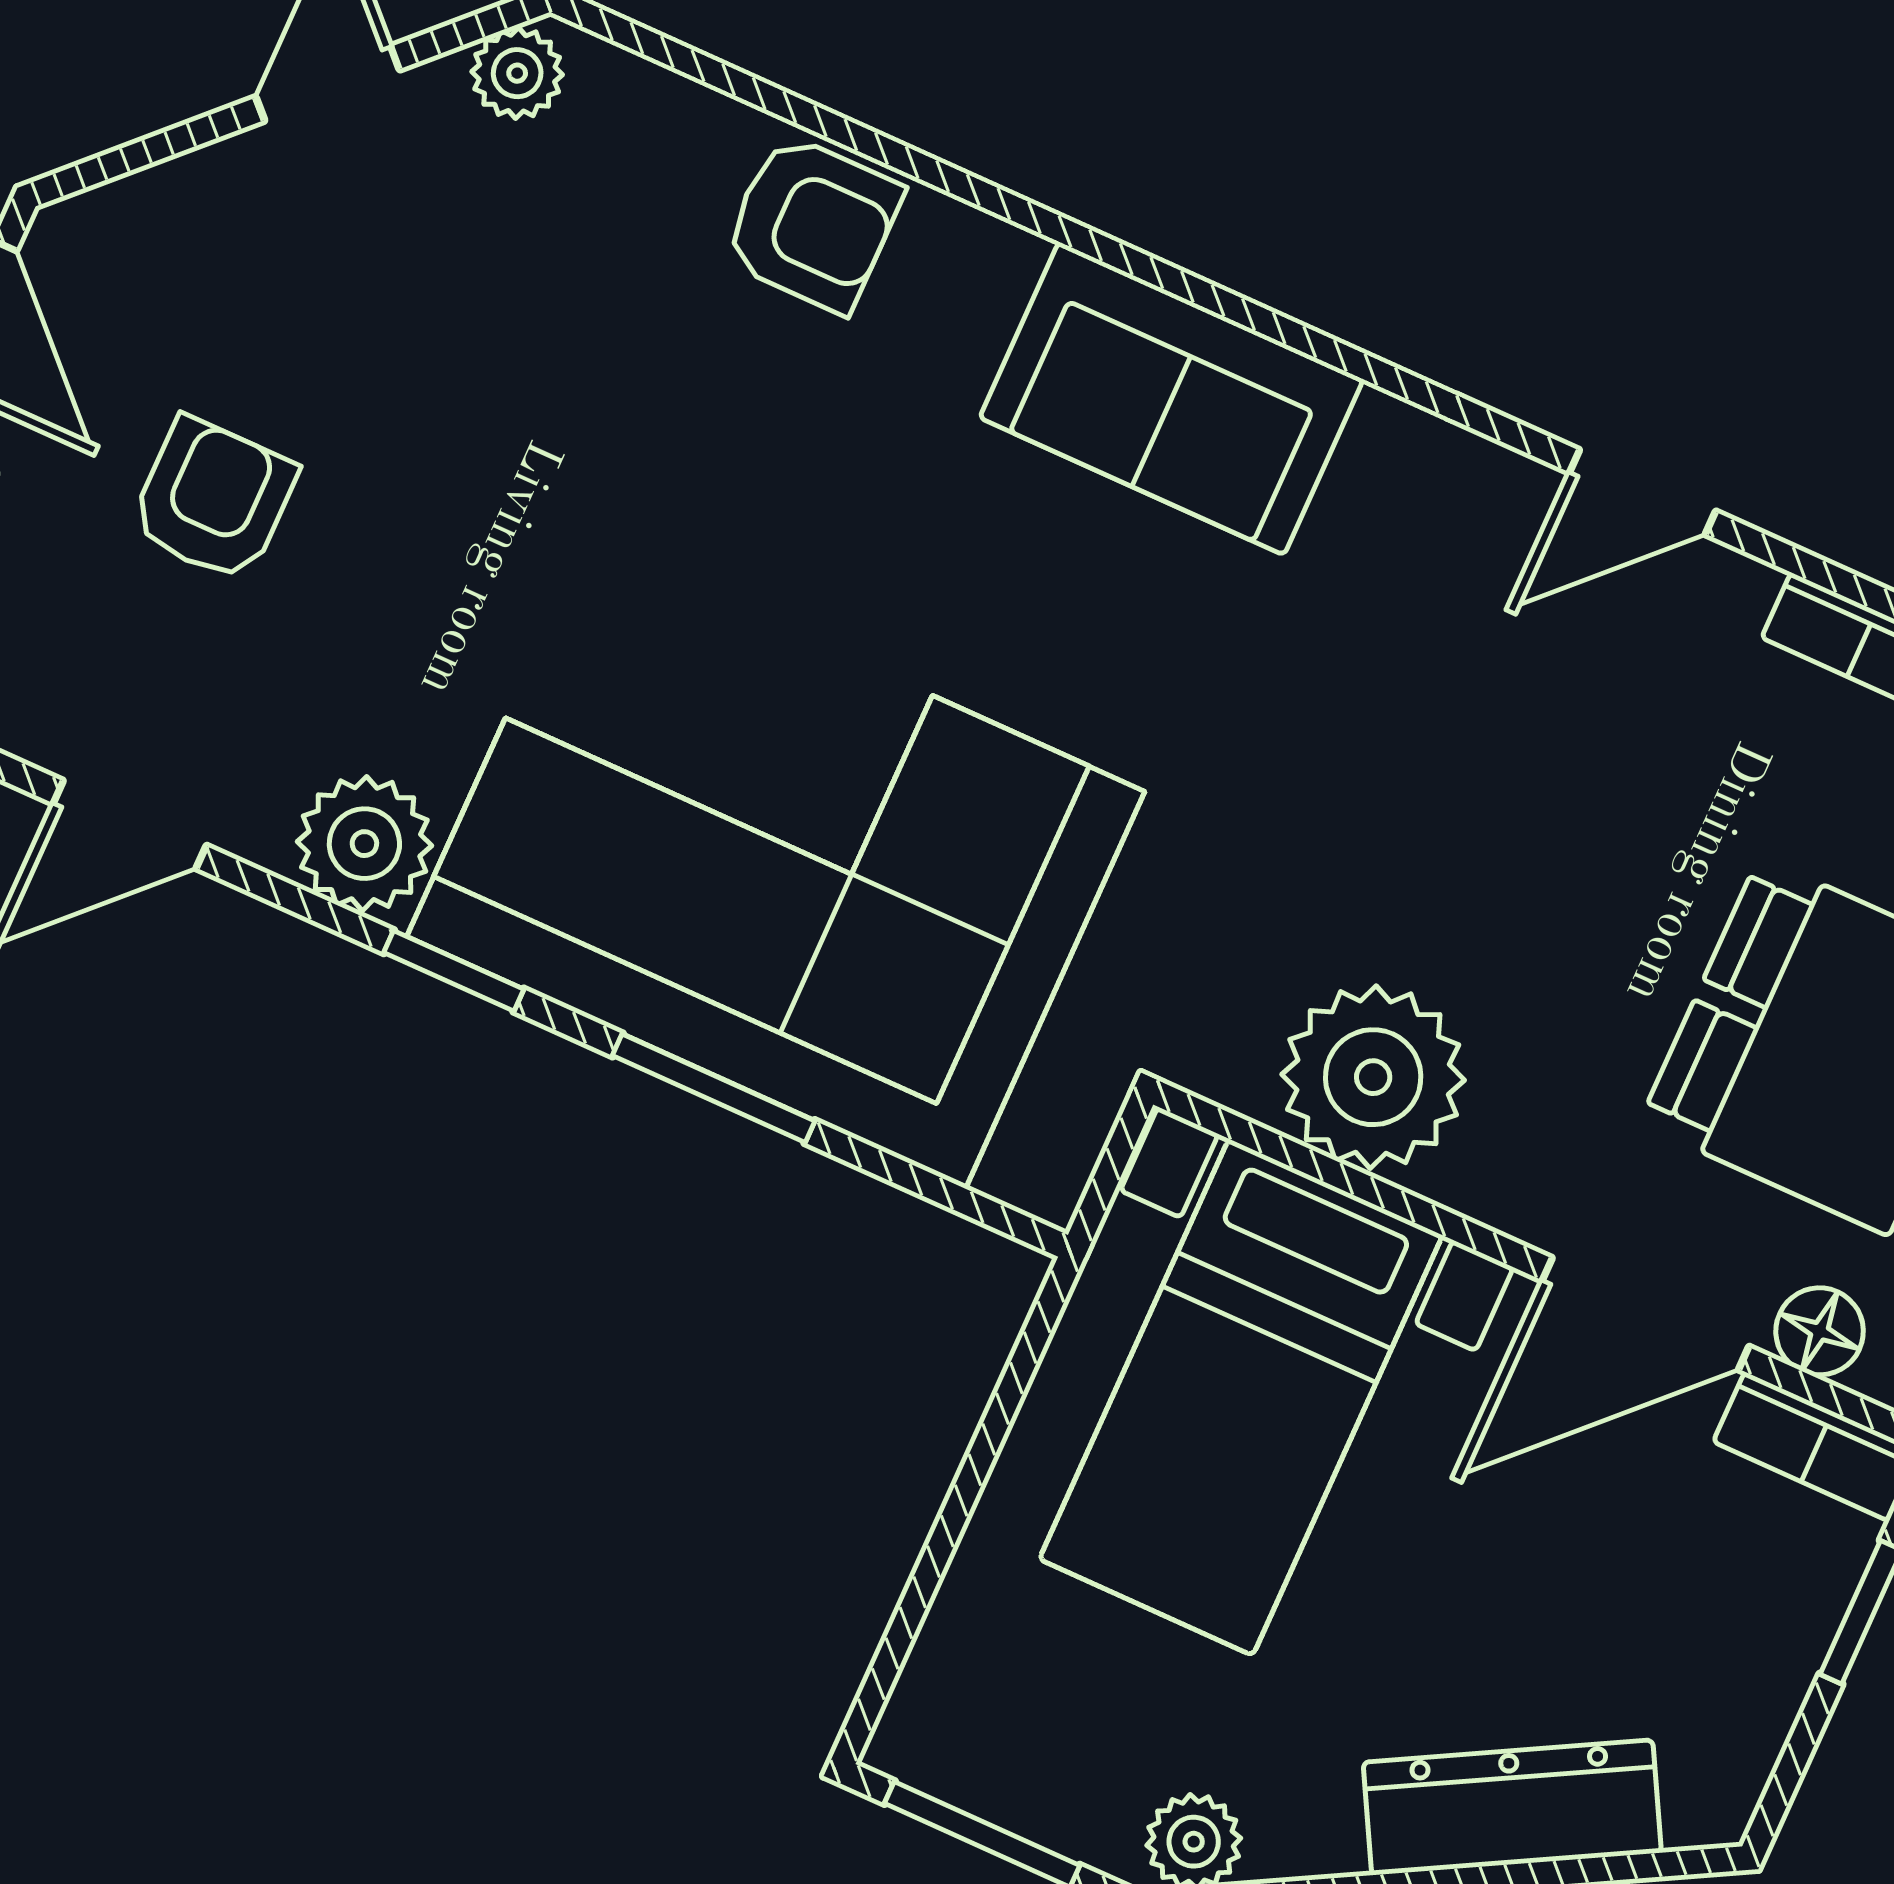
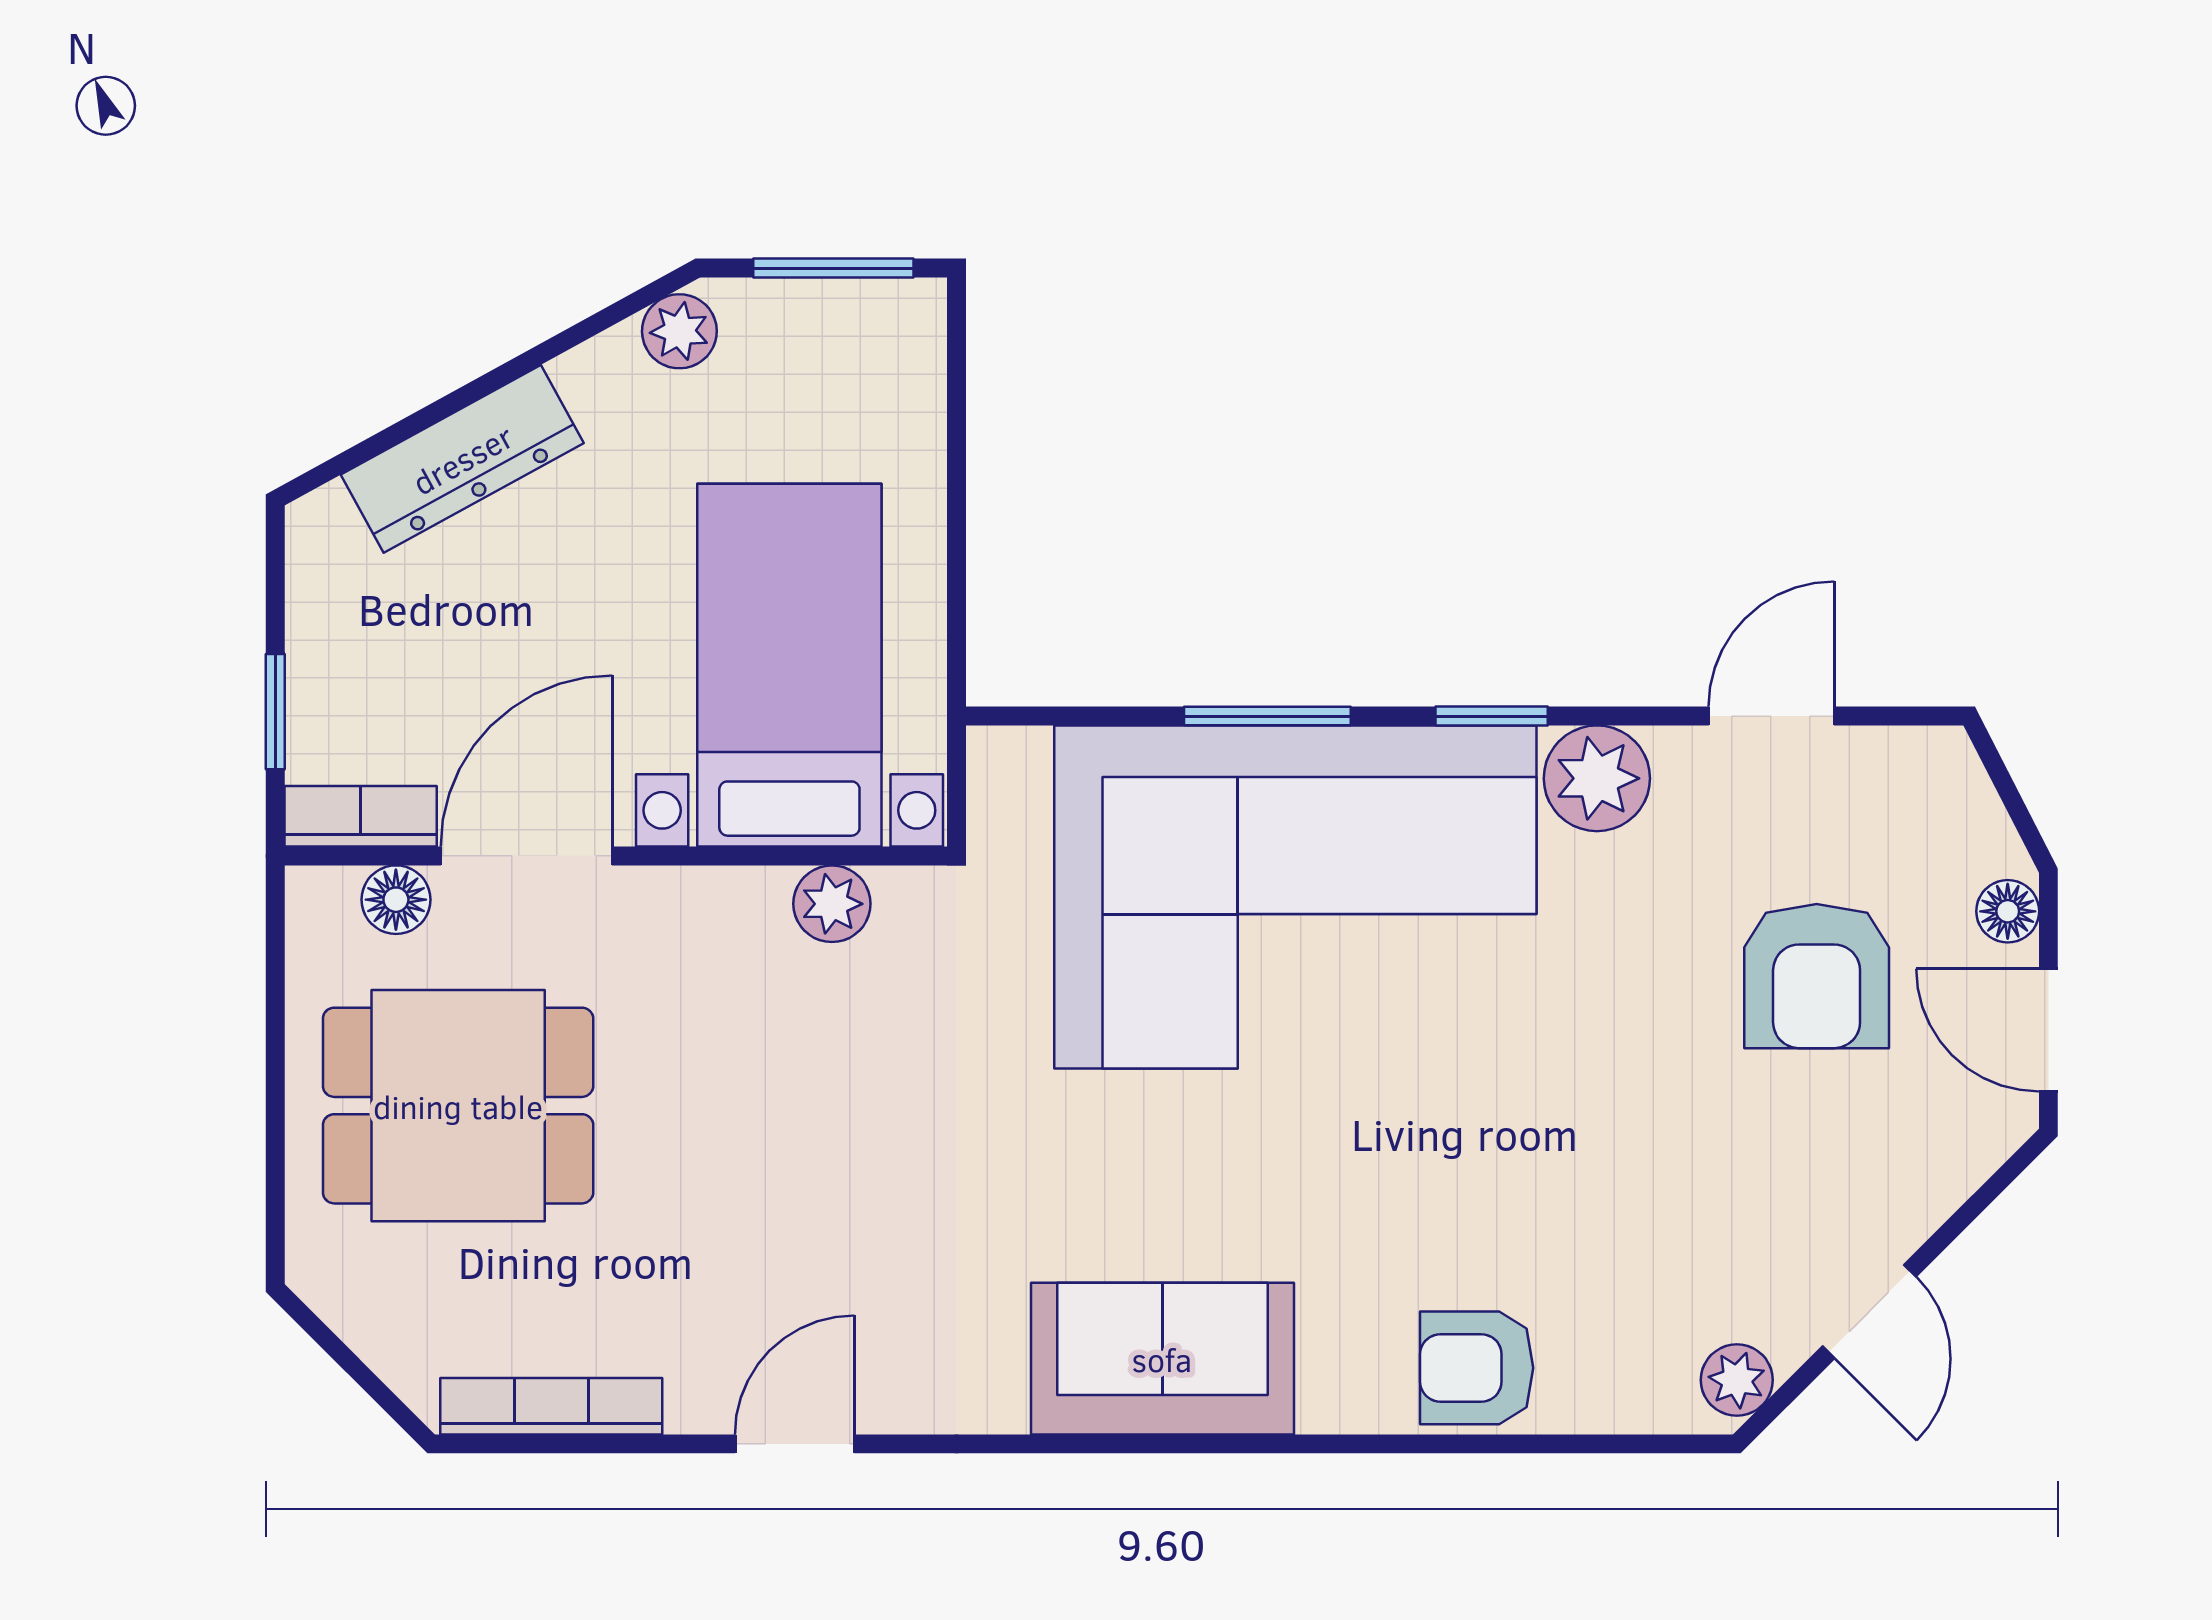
armchair: (213, 500) -> (1817, 976), width x1.38, depth x1.38
plant: (1373, 1077) -> (832, 904), width x0.53, depth x0.53

